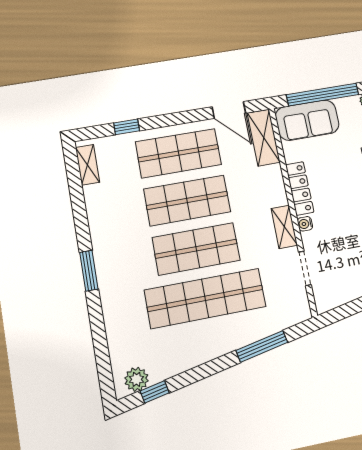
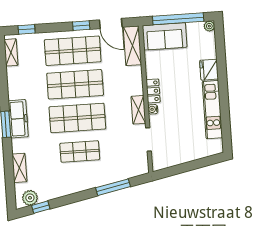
window: (187, 117) -> (81, 26), added
window: (127, 127) -> (27, 29), moved
locker: (300, 188) -> (153, 91), width x0.66
freezer: (107, 260) -> (18, 119), added
shop shelf: (205, 298) -> (80, 151), width x0.50, depth x0.74
shelving: (116, 335) -> (19, 168), added

